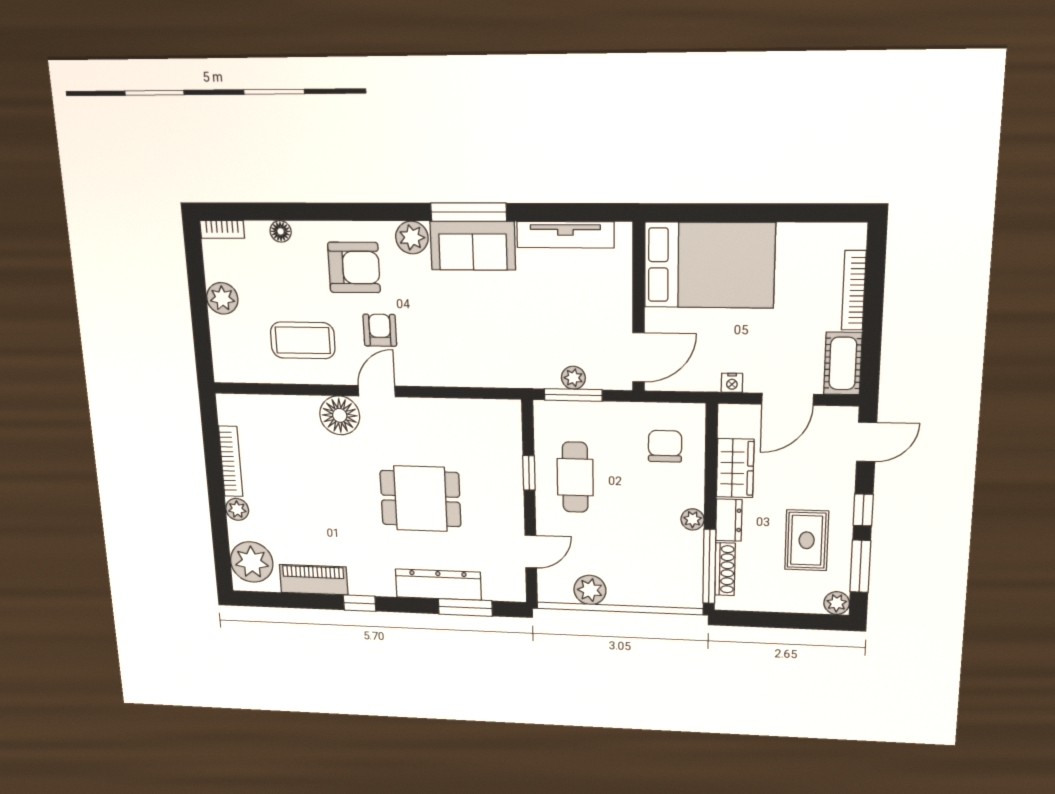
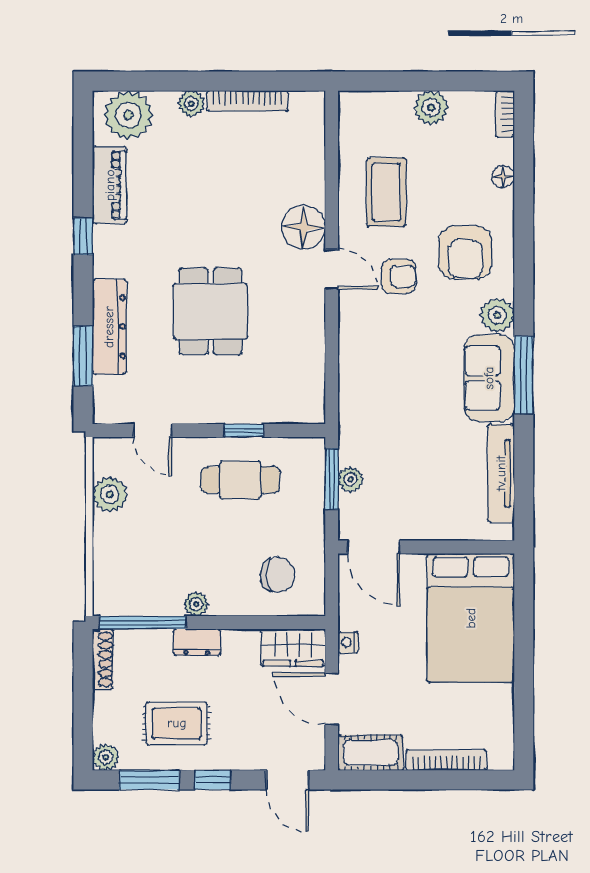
wardrobe: (735, 468) -> (293, 648), moved
shoe rack: (725, 569) -> (103, 659), moved, turned -90

